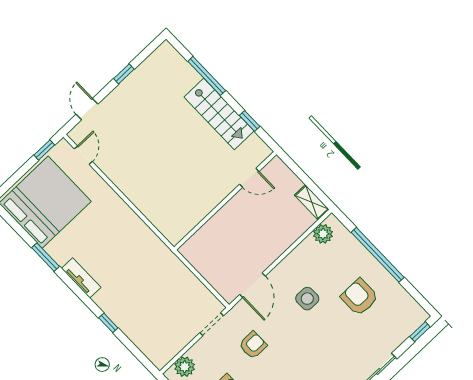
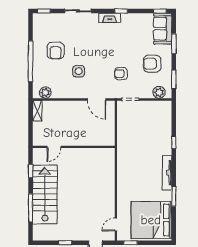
stairs: (219, 114) -> (45, 194), width x1.36, depth x1.51
door: (249, 178) -> (54, 147), swing flipped
tv unit: (81, 278) -> (167, 173), width x1.41
door: (252, 285) -> (97, 99), swing flipped

